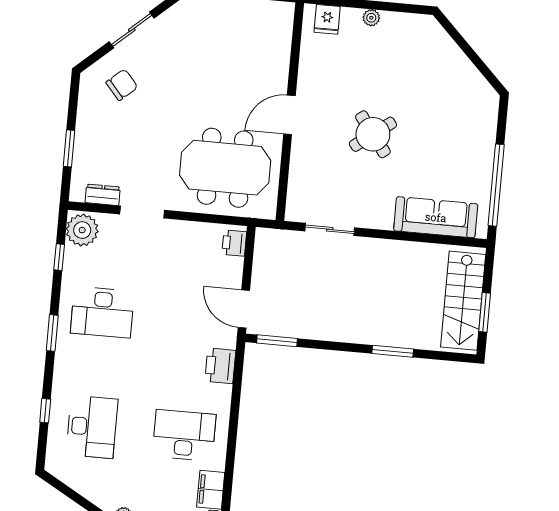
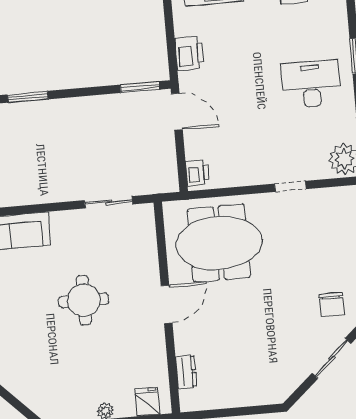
chair: (122, 85) -> (331, 304), turned -49
round table: (373, 134) -> (84, 300), turned 37
dresser: (103, 195) -> (186, 372), moved, turned -90
doorway: (142, 212) -> (290, 186), width x0.73

